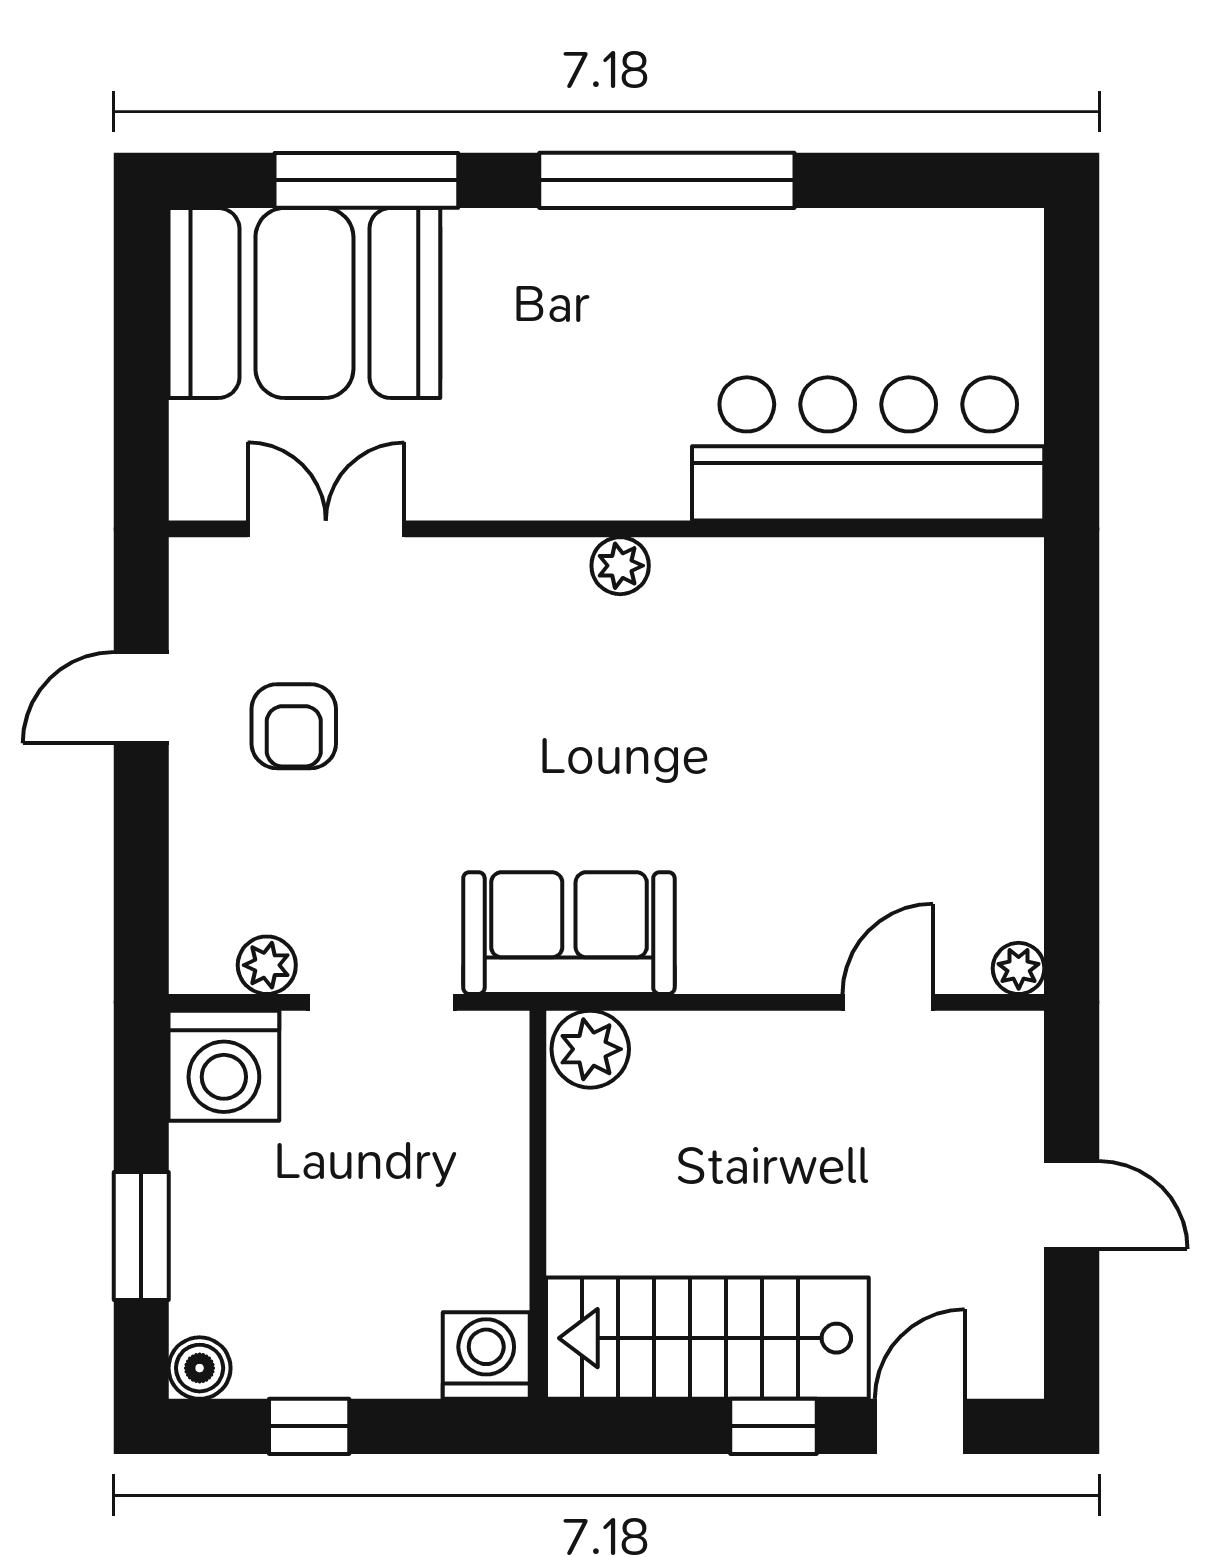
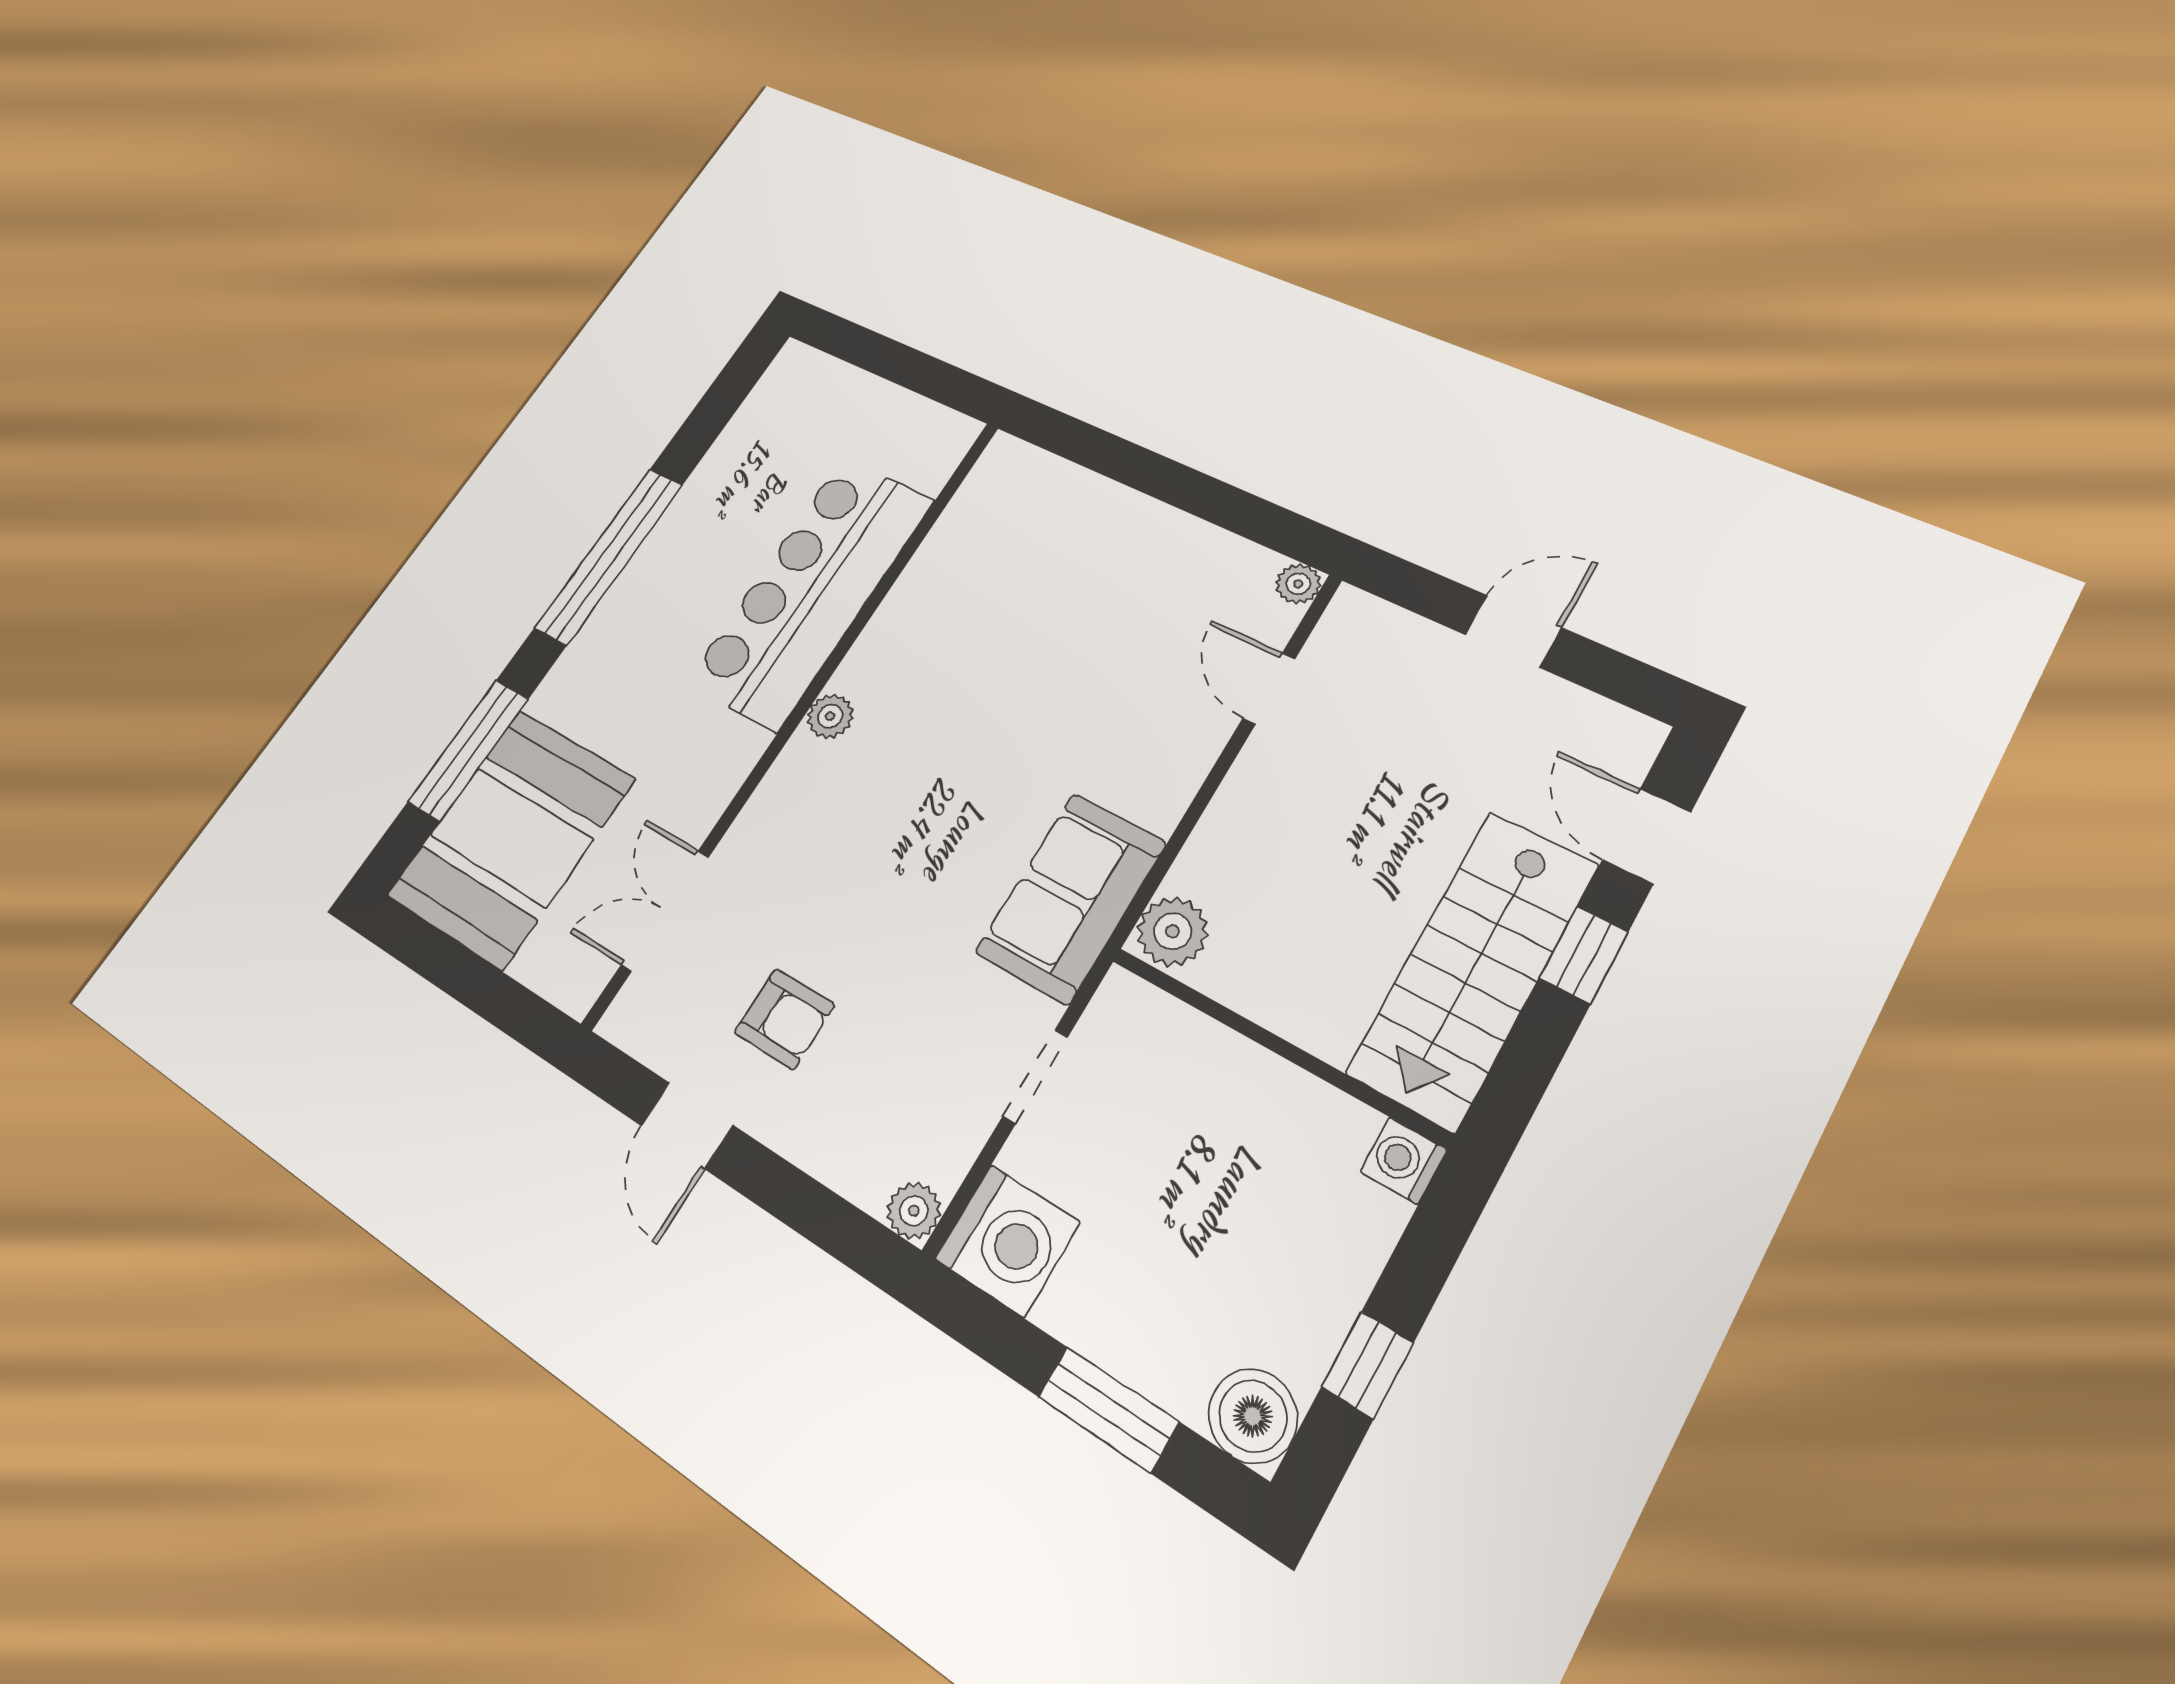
bar counter: (868, 449) -> (811, 591), moved
plant: (267, 965) -> (914, 1211), moved
doorway: (381, 1002) -> (1035, 1077), width x0.73
washing machine: (486, 1356) -> (1404, 1161), width x0.73, depth x0.73
boiler: (200, 1368) -> (1253, 1416), width x1.36, depth x1.36

